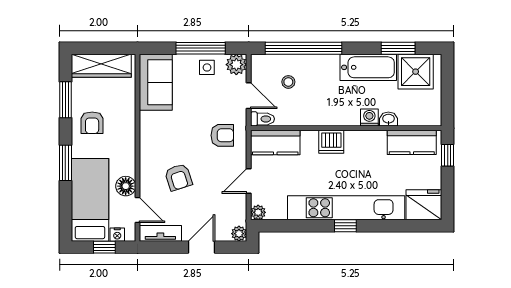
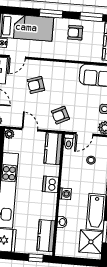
washing machine: (369, 118) -> (65, 194), moved
armchair: (222, 135) -> (60, 115), turned 64
floor lamp: (126, 186) -> (33, 51), removed

